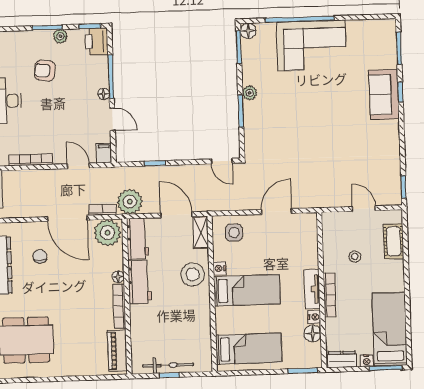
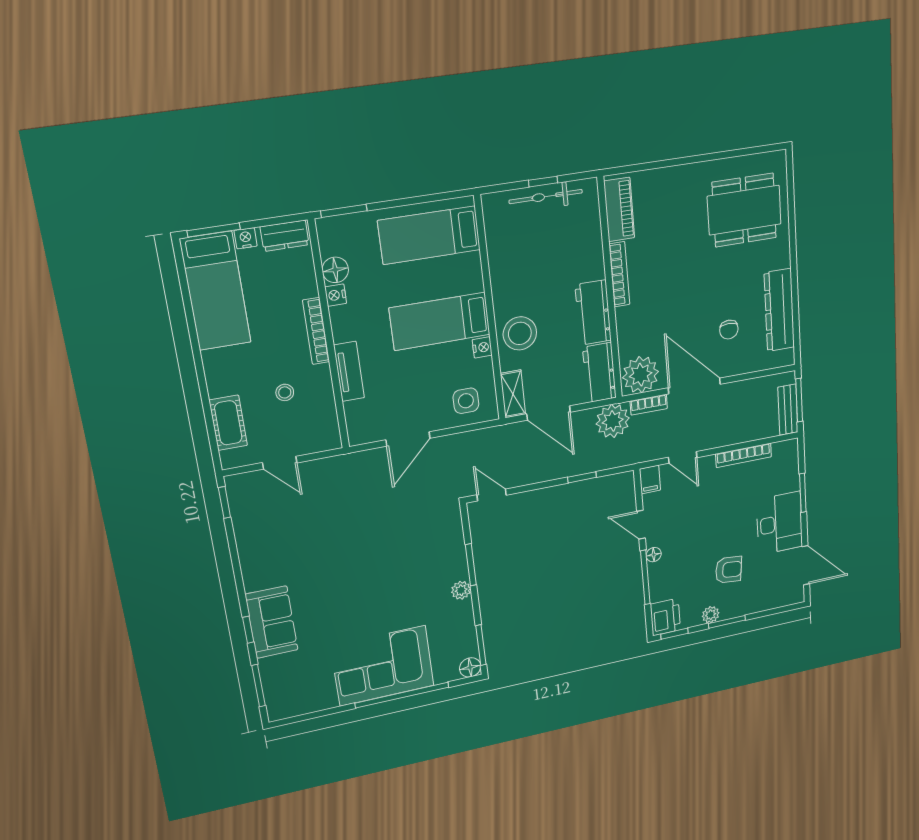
floor lamp: (118, 277) -> (623, 316), removed
tv unit: (312, 289) -> (349, 371), moved

